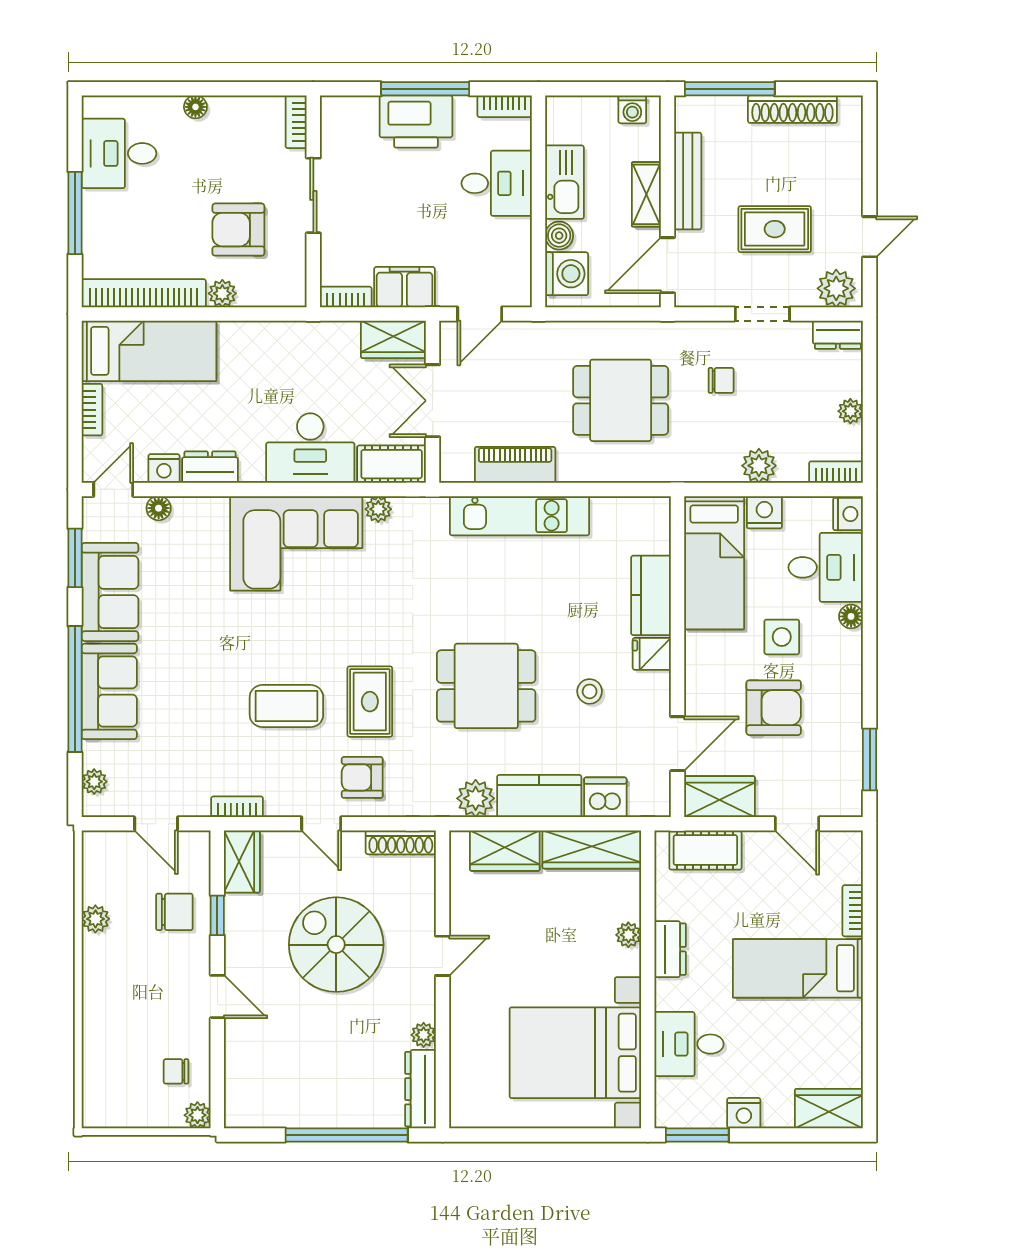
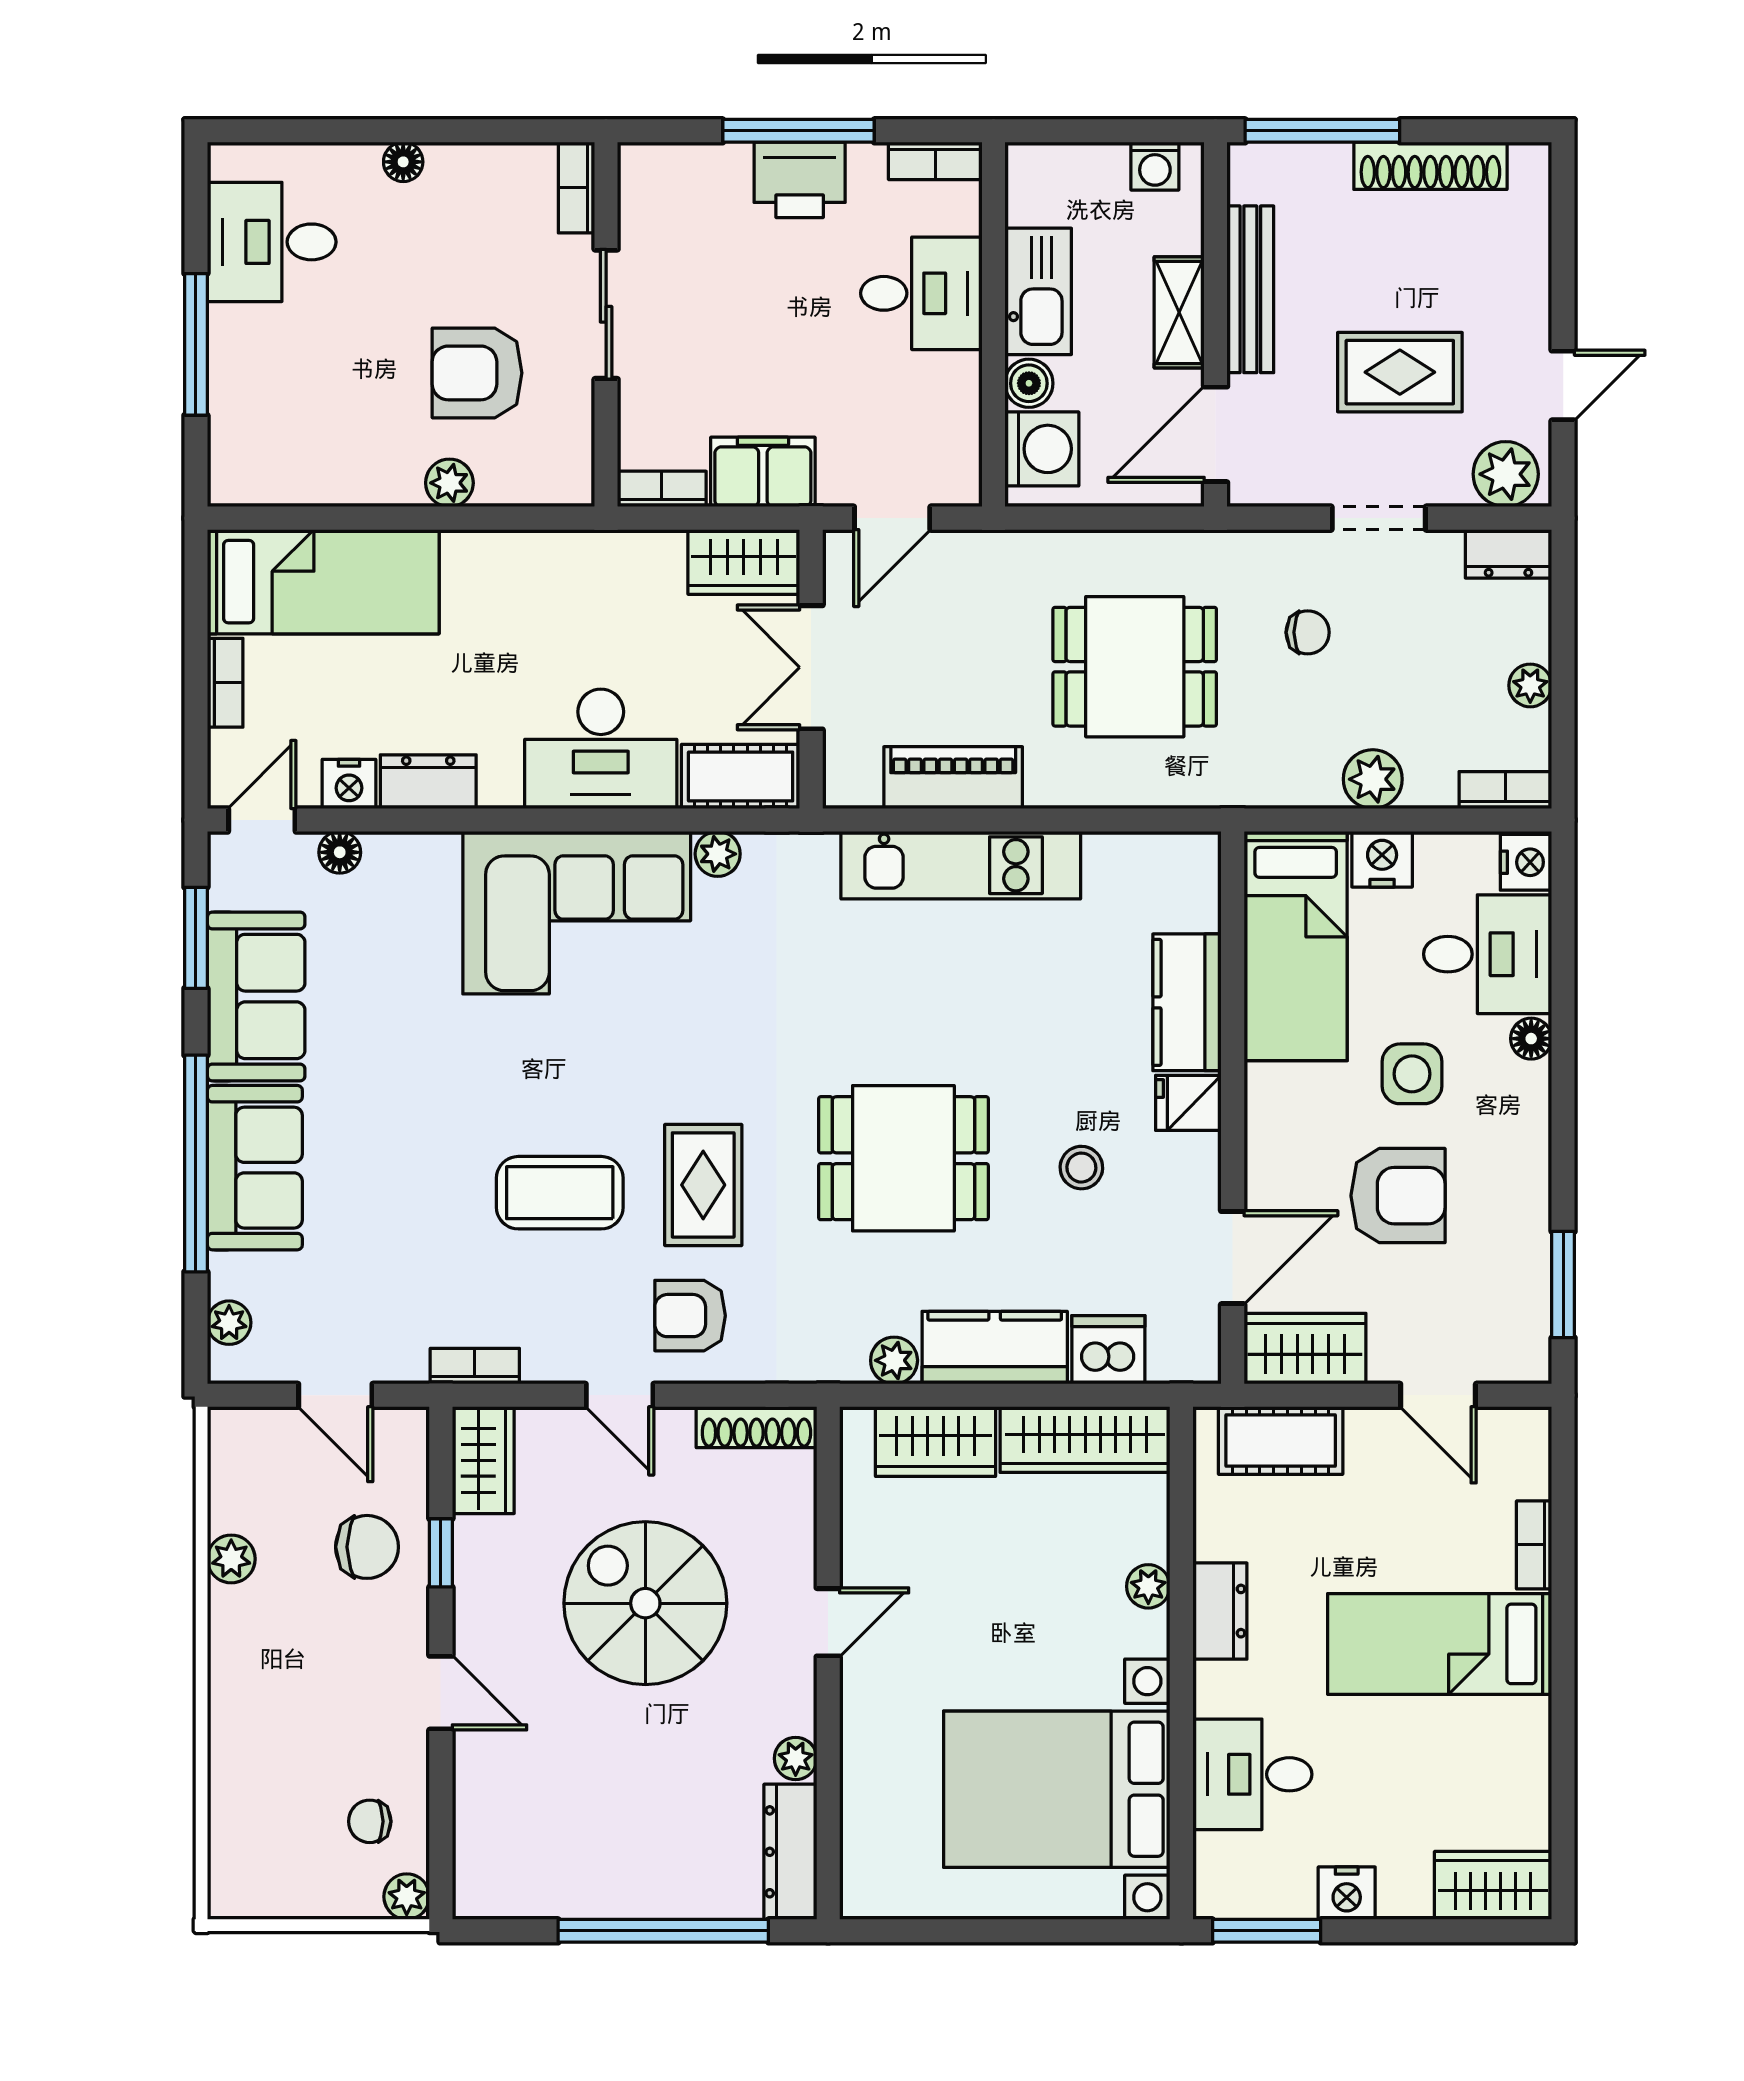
printer: (416, 122) -> (800, 180), width x0.73, depth x0.84
bookcase: (144, 293) -> (314, 482), removed
plant: (476, 798) -> (894, 1360), width x0.73, depth x0.73

